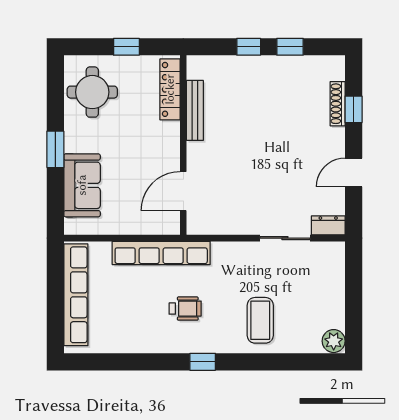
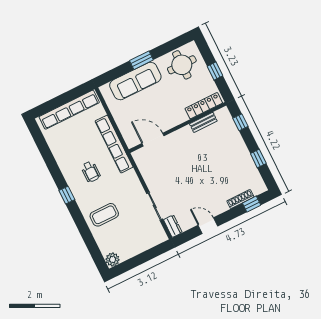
window: (249, 47) -> (240, 122), moved
window: (354, 109) -> (252, 204), moved
bench: (195, 110) -> (203, 122), width x0.73
sofa: (82, 185) -> (135, 81), width x1.36

